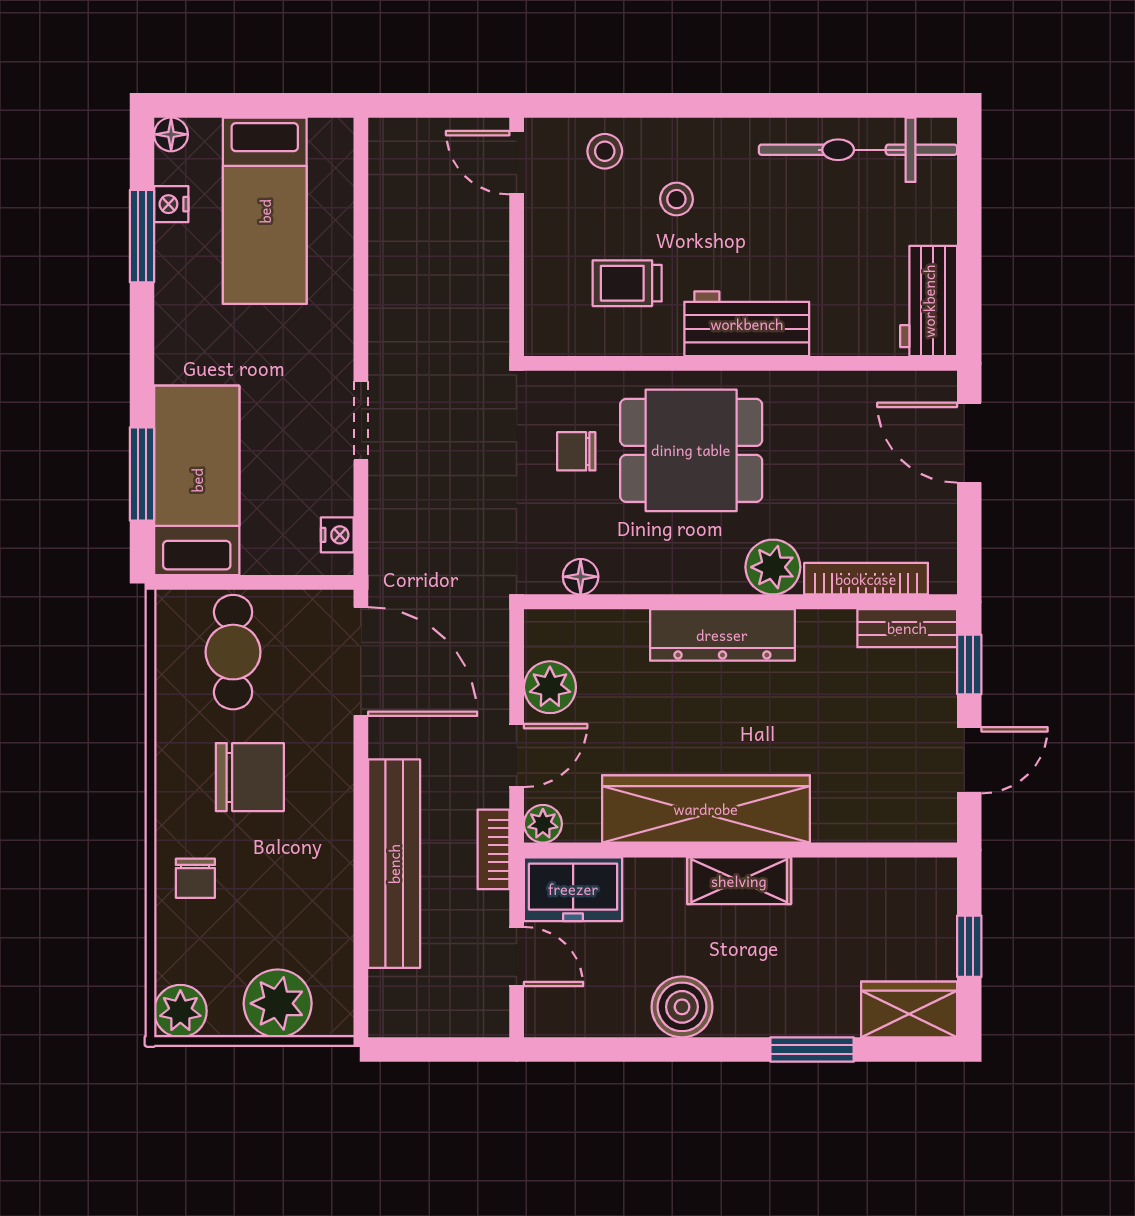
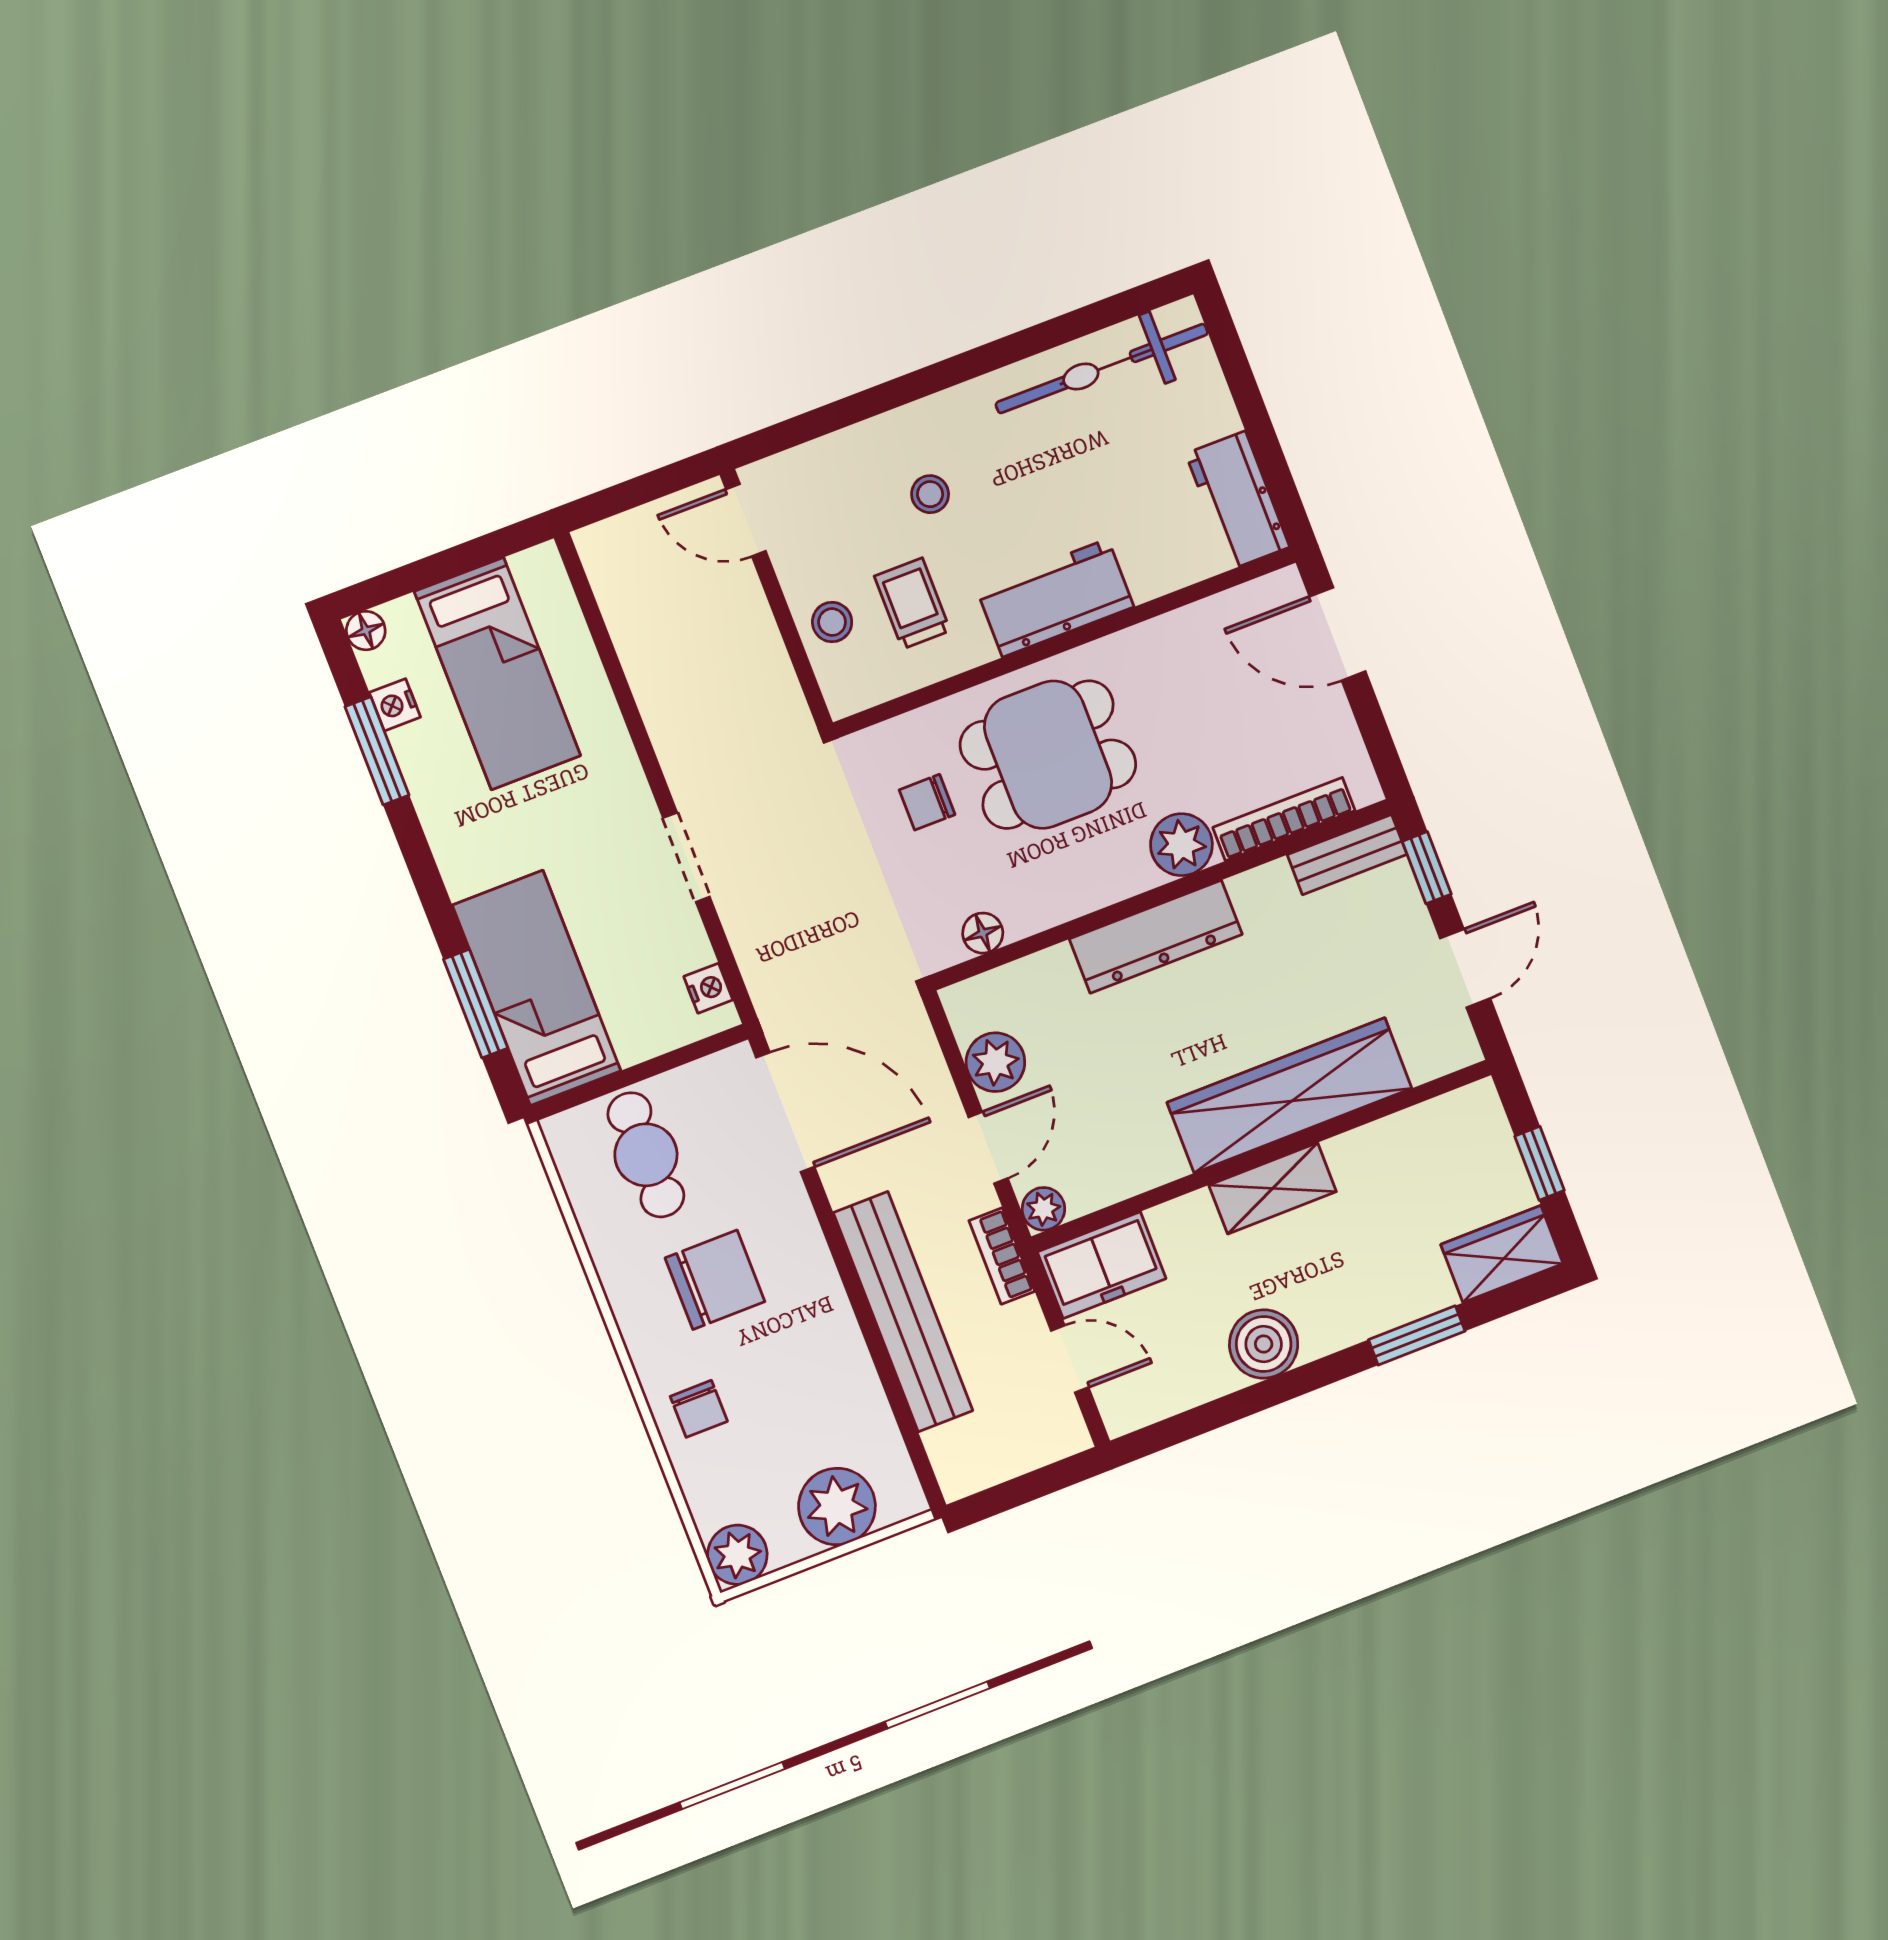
stool: (605, 151) -> (832, 622), moved
trolley: (627, 283) -> (912, 603), turned 90
wardrobe: (706, 809) -> (1290, 1095), moved

